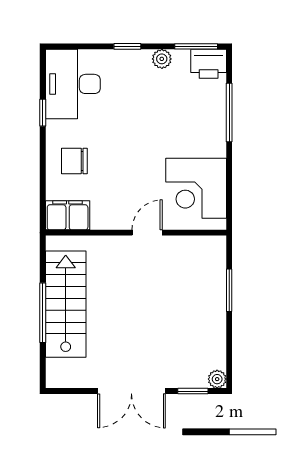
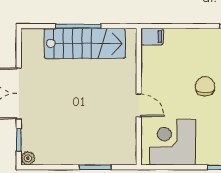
chair: (74, 161) -> (205, 86), moved
filing cabinet: (68, 215) -> (152, 37), width x0.50

